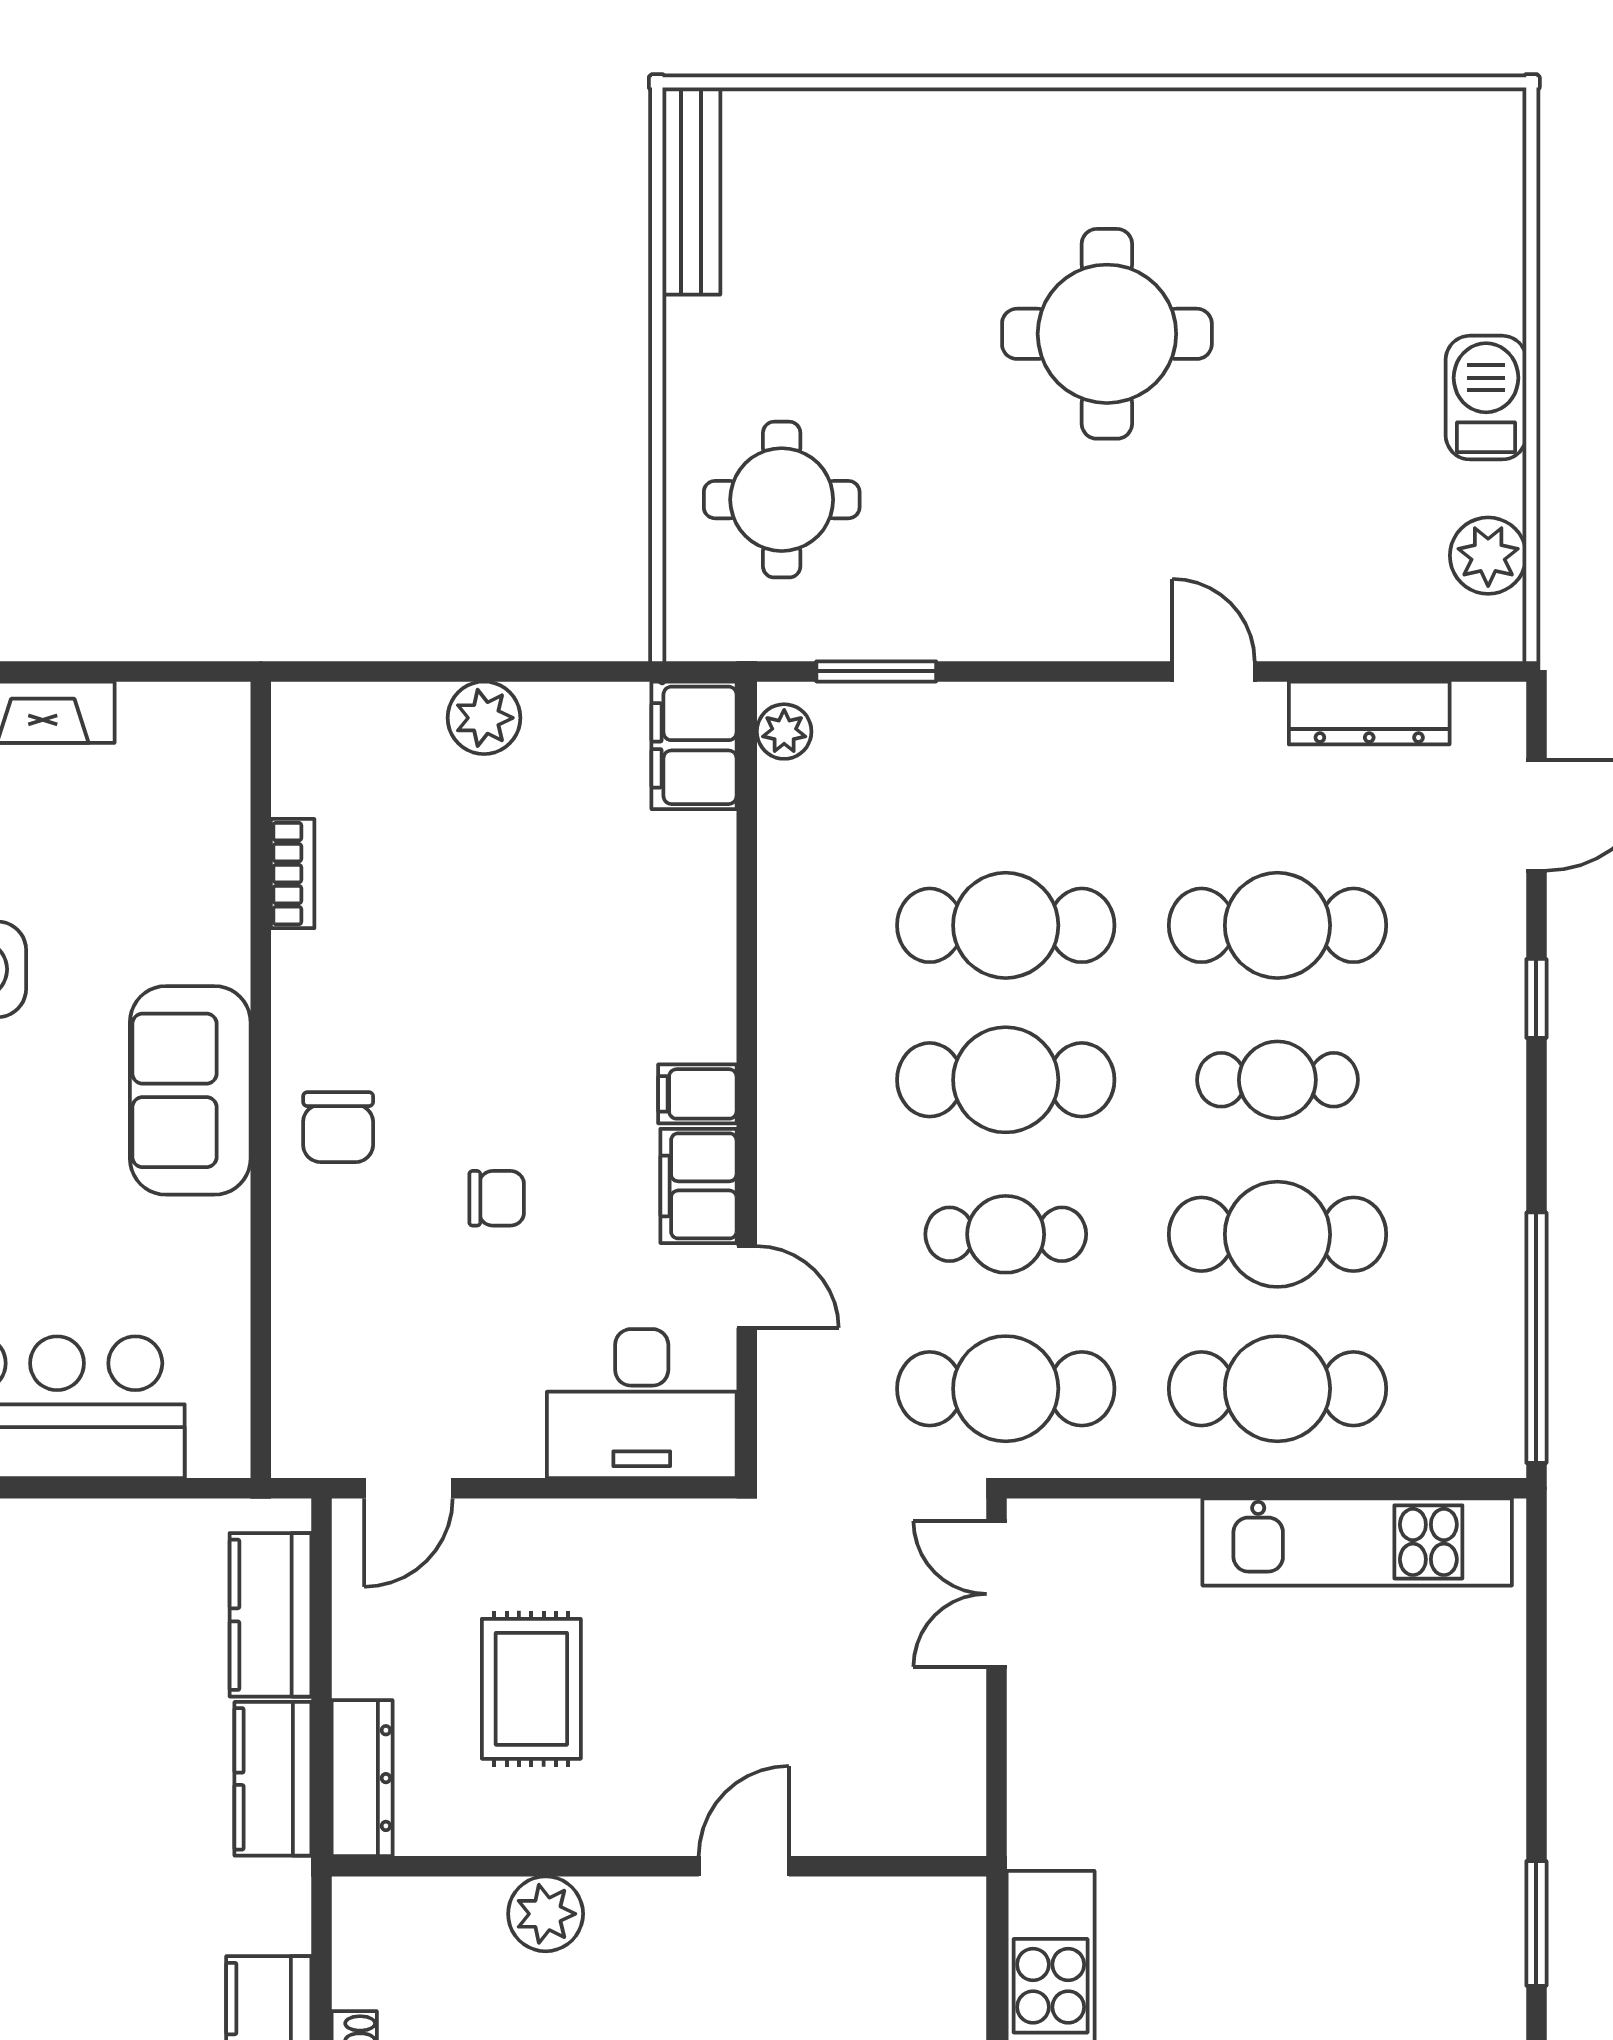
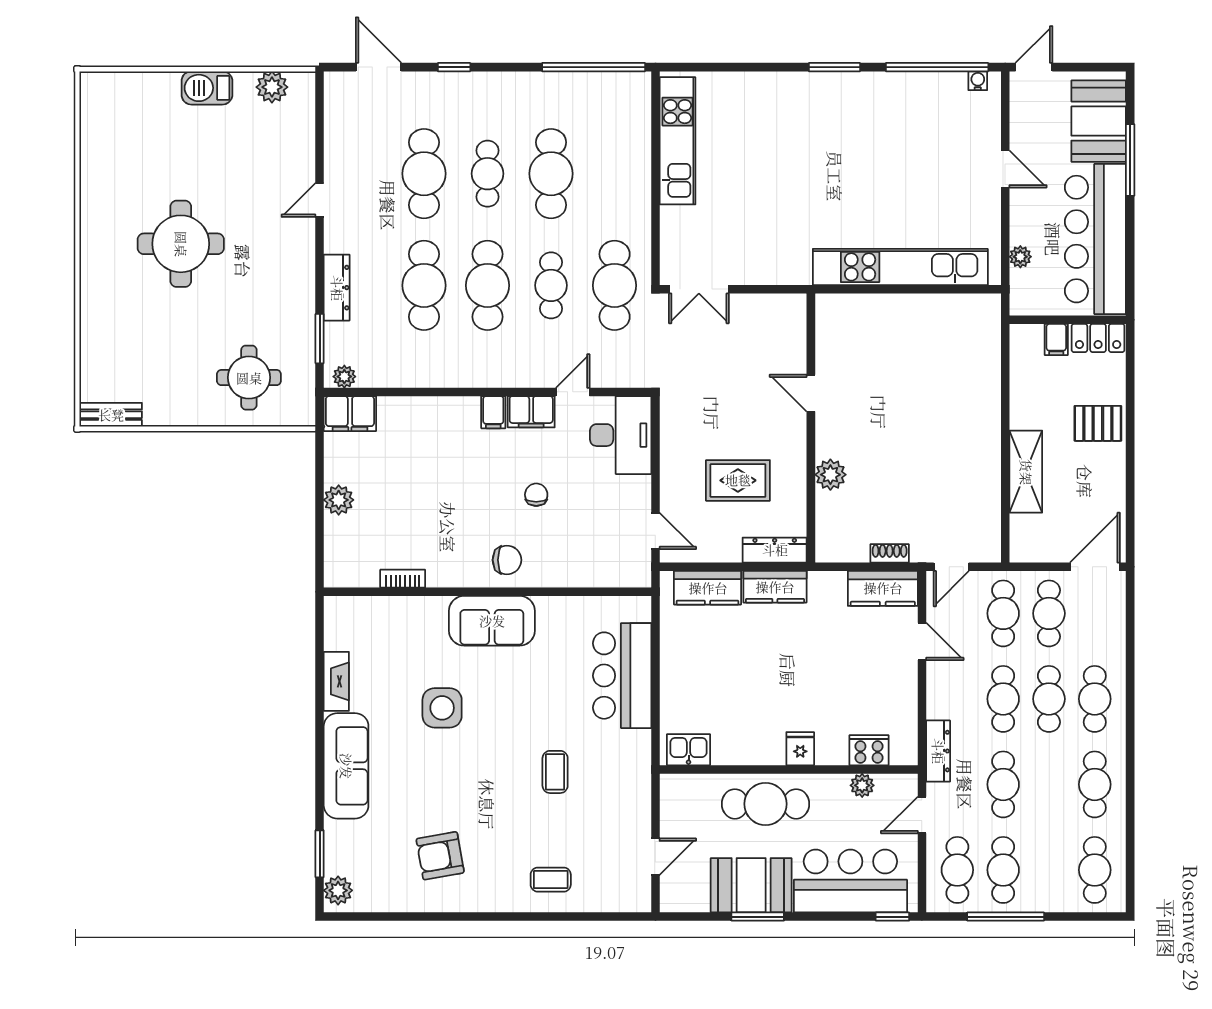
bench: (691, 191) -> (111, 415), width x0.73
dresser: (1369, 713) -> (337, 288), moved
cafe table: (1277, 1389) -> (615, 174), removed

